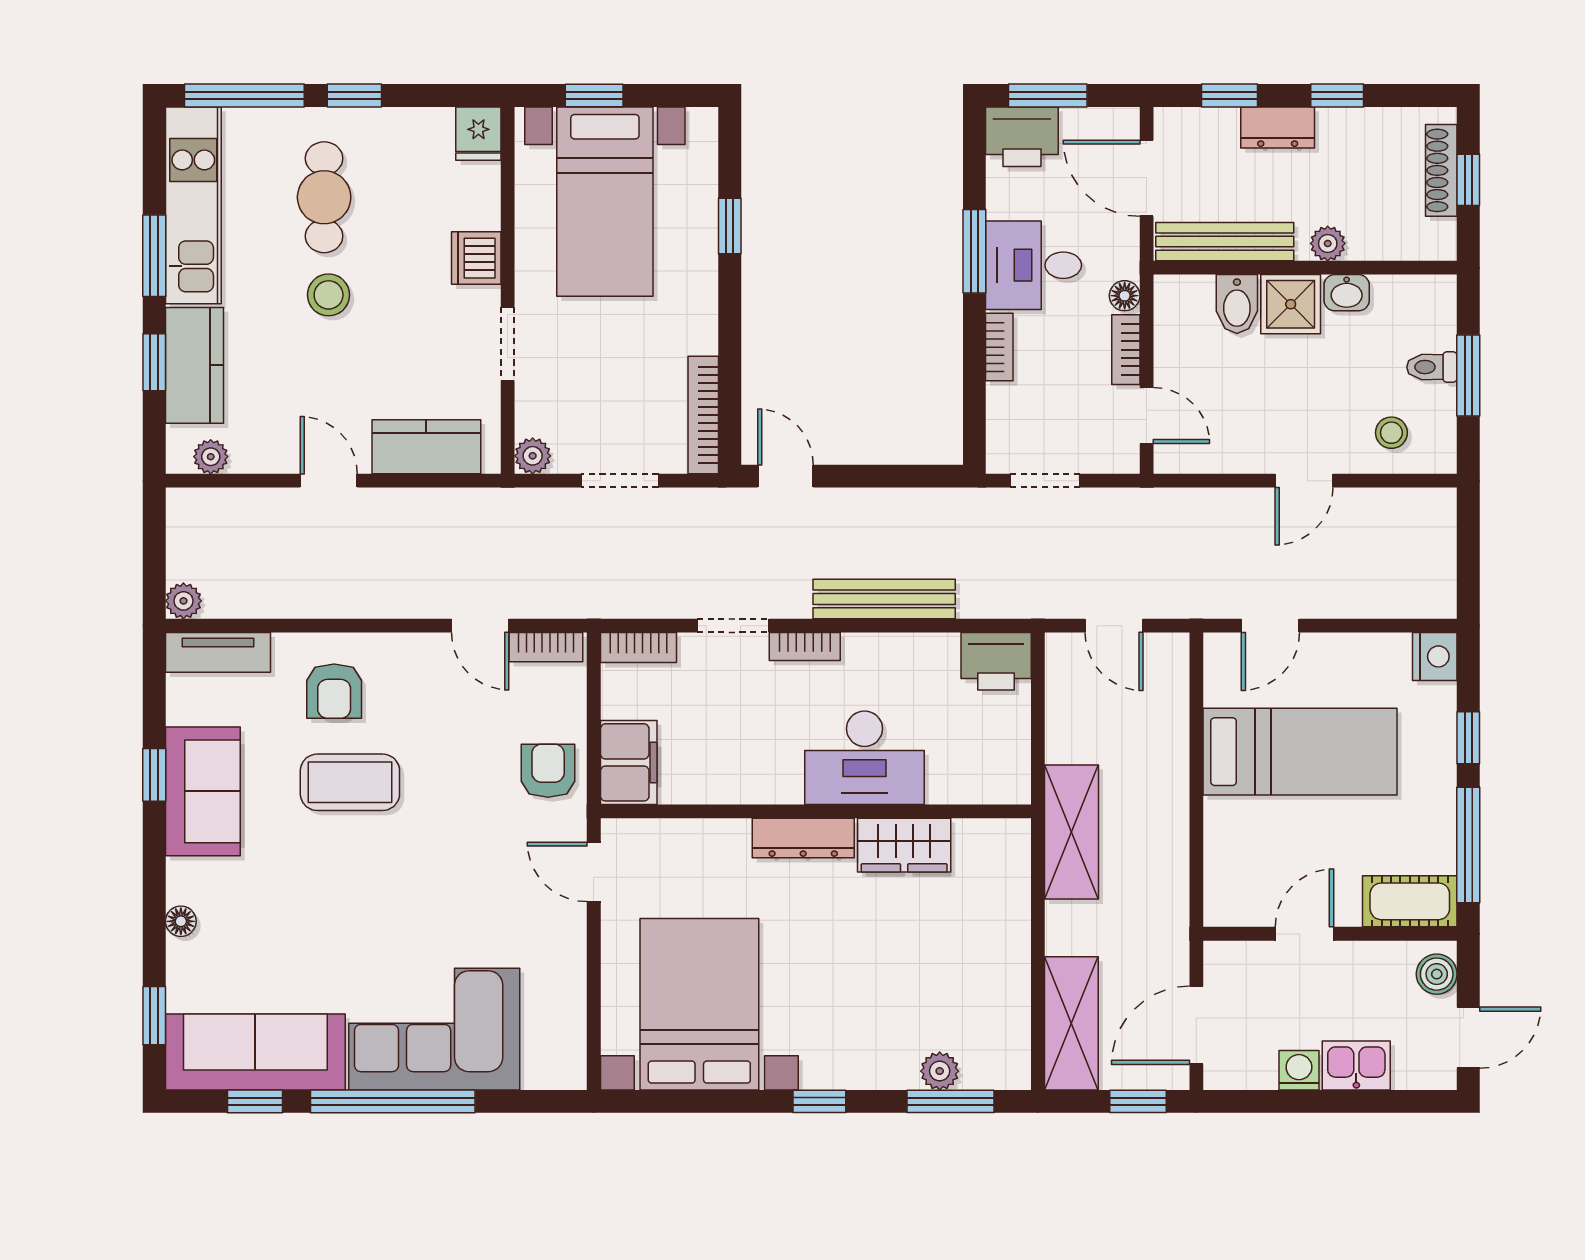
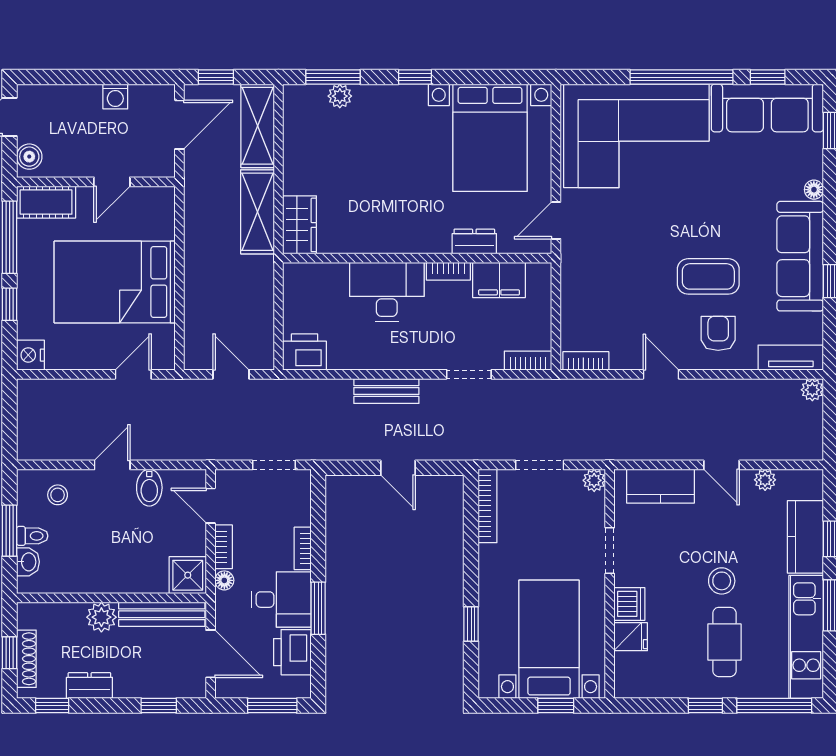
window: (1337, 95) -> (52, 706), moved
dresser: (1278, 128) -> (89, 686), moved
fridge: (478, 134) -> (631, 637), moved, turned 90
printer: (1022, 137) -> (292, 652), moved, turned -90
plant: (1328, 243) -> (101, 617), width x1.38, depth x1.38
washbasin: (1347, 293) -> (28, 562), moved, turned 90
bidet: (1237, 304) -> (149, 488), moved, turned 180
shower: (1291, 304) -> (188, 575), moved
plant: (211, 457) -> (765, 480), moved
door: (786, 476) -> (398, 468), moved
bench: (884, 599) -> (386, 391), width x0.73
door: (480, 626) -> (661, 374), moved
bookcase: (805, 647) -> (448, 271), moved, turned 180
bed: (1300, 752) -> (115, 282), width x1.50
filing cabinet: (629, 762) -> (499, 280), moved, turned -90
armchair: (548, 771) -> (585, 284), removed
sofa: (203, 791) -> (800, 256), width x1.36
shelving: (1071, 832) -> (257, 212), moved
dresser: (803, 838) -> (474, 242), moved, width x0.70
wardrobe: (904, 845) -> (300, 225), moved, turned 90
door: (594, 872) -> (556, 220), swing flipped
corner sofa: (434, 1029) -> (636, 136), width x1.36, depth x1.36
kitchen sink: (1356, 1066) -> (79, 99), removed

